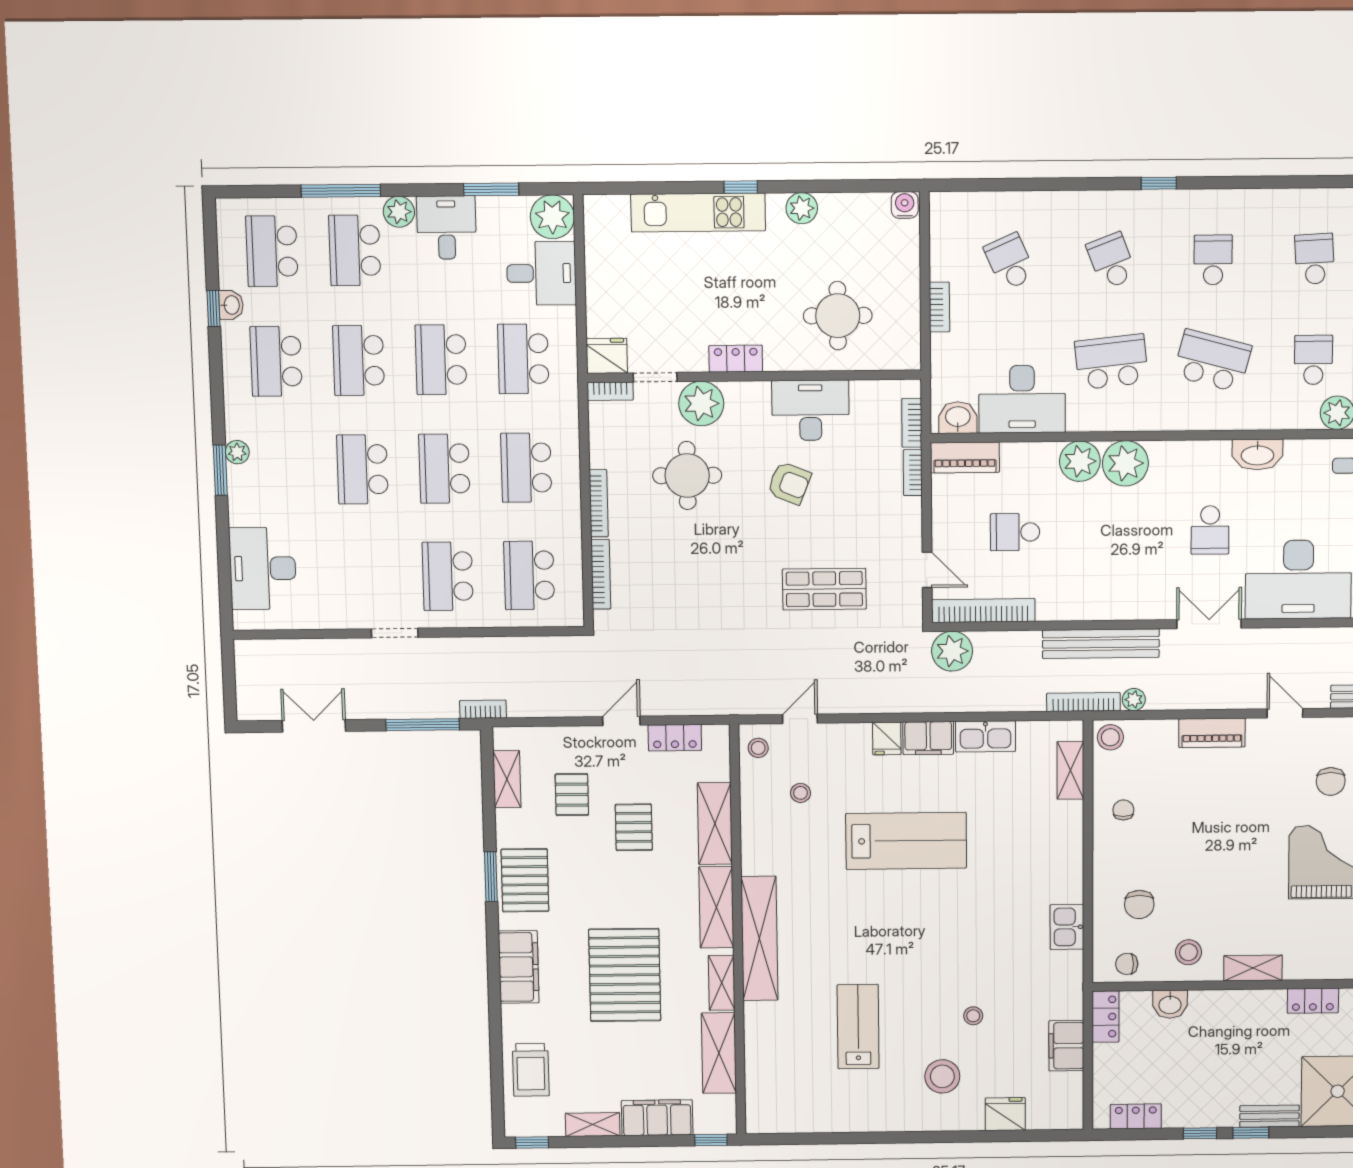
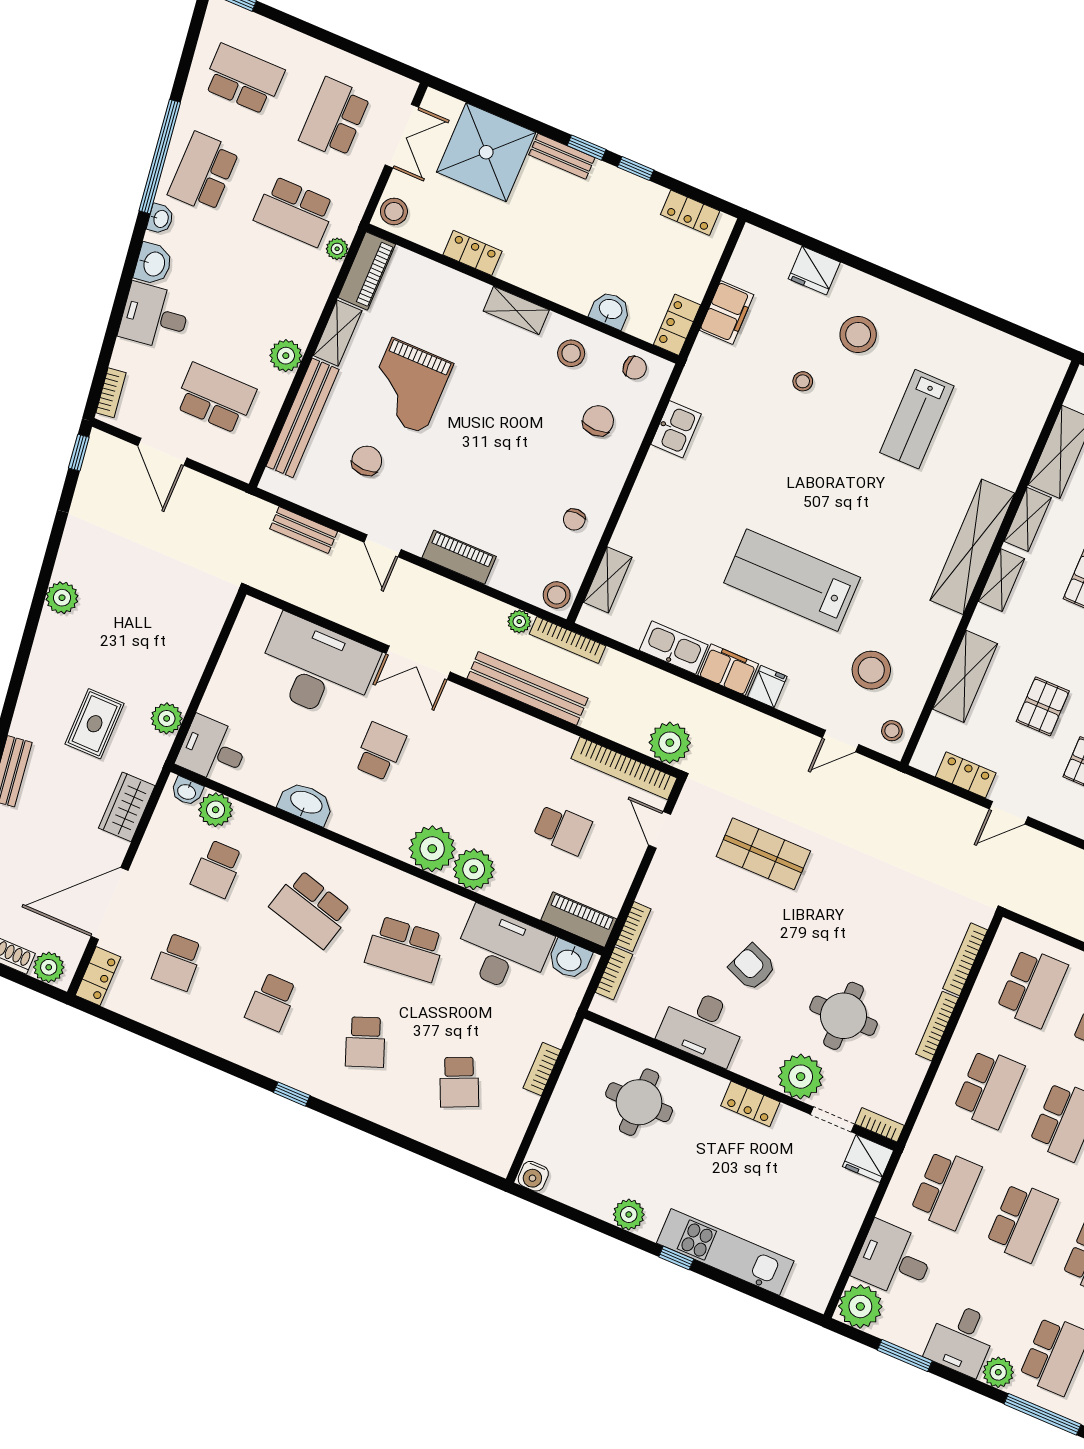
stool: (801, 793) -> (871, 670), width x1.89, depth x1.89
shelving: (716, 907) -> (1001, 580), width x0.67, depth x0.75

